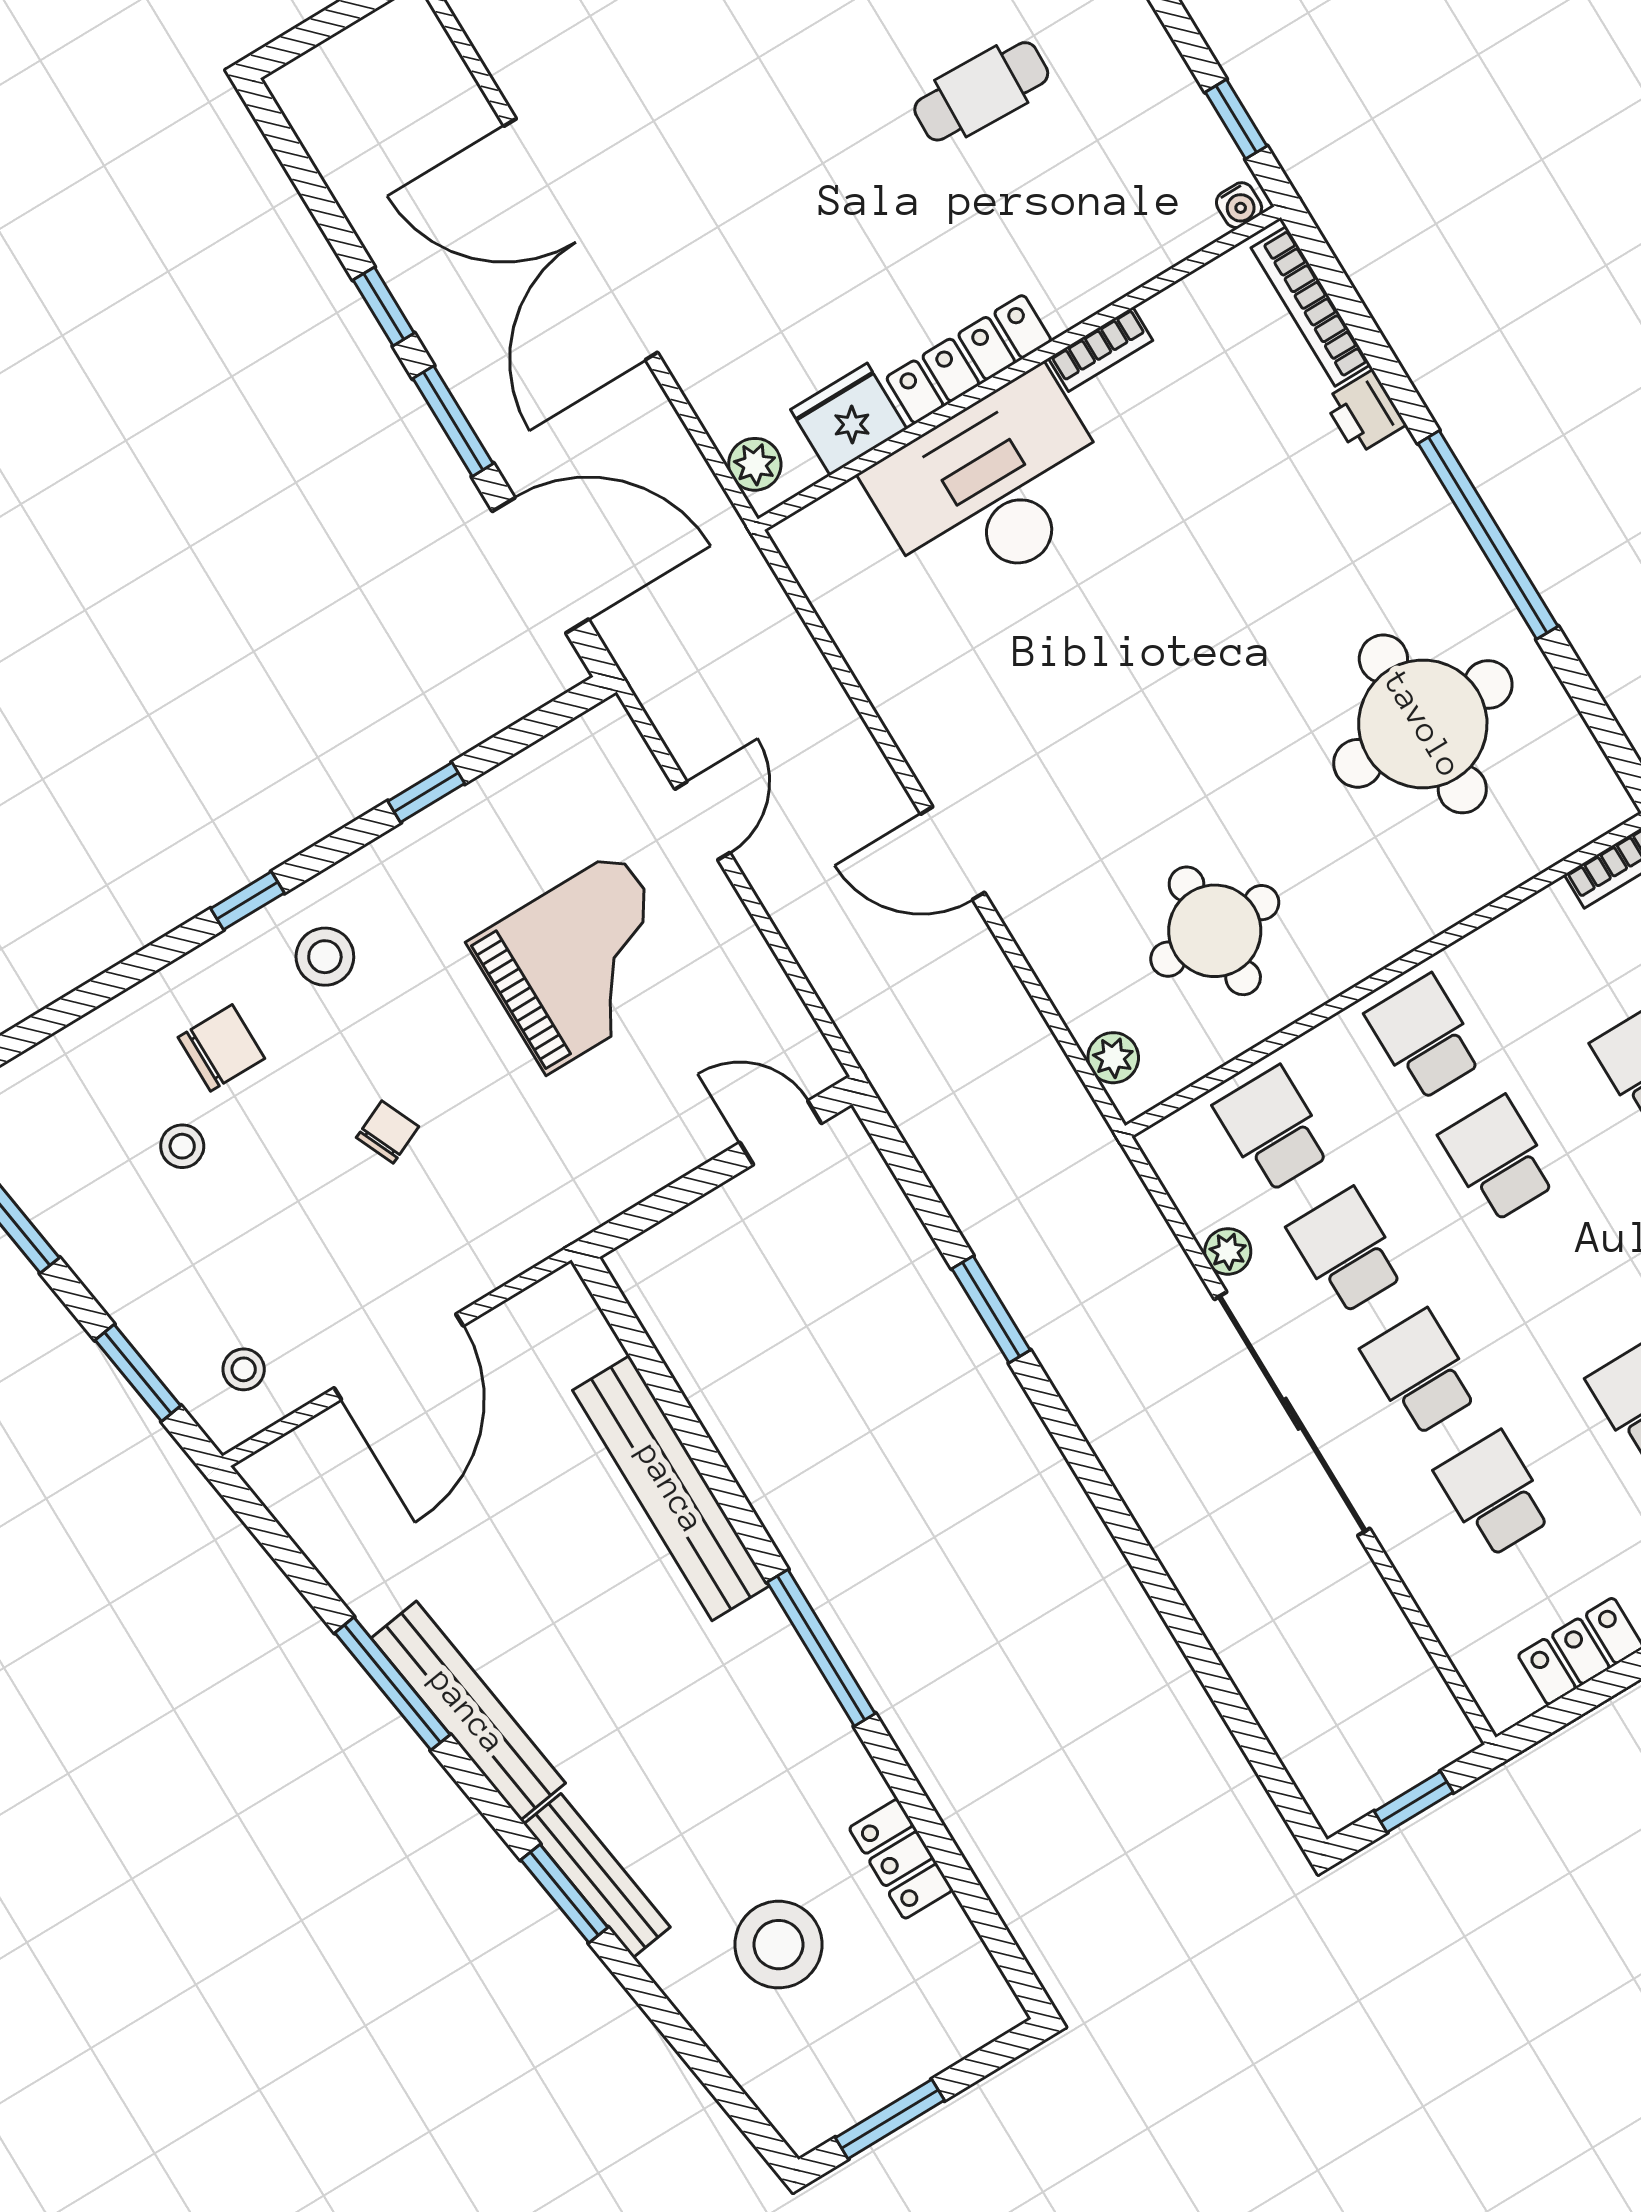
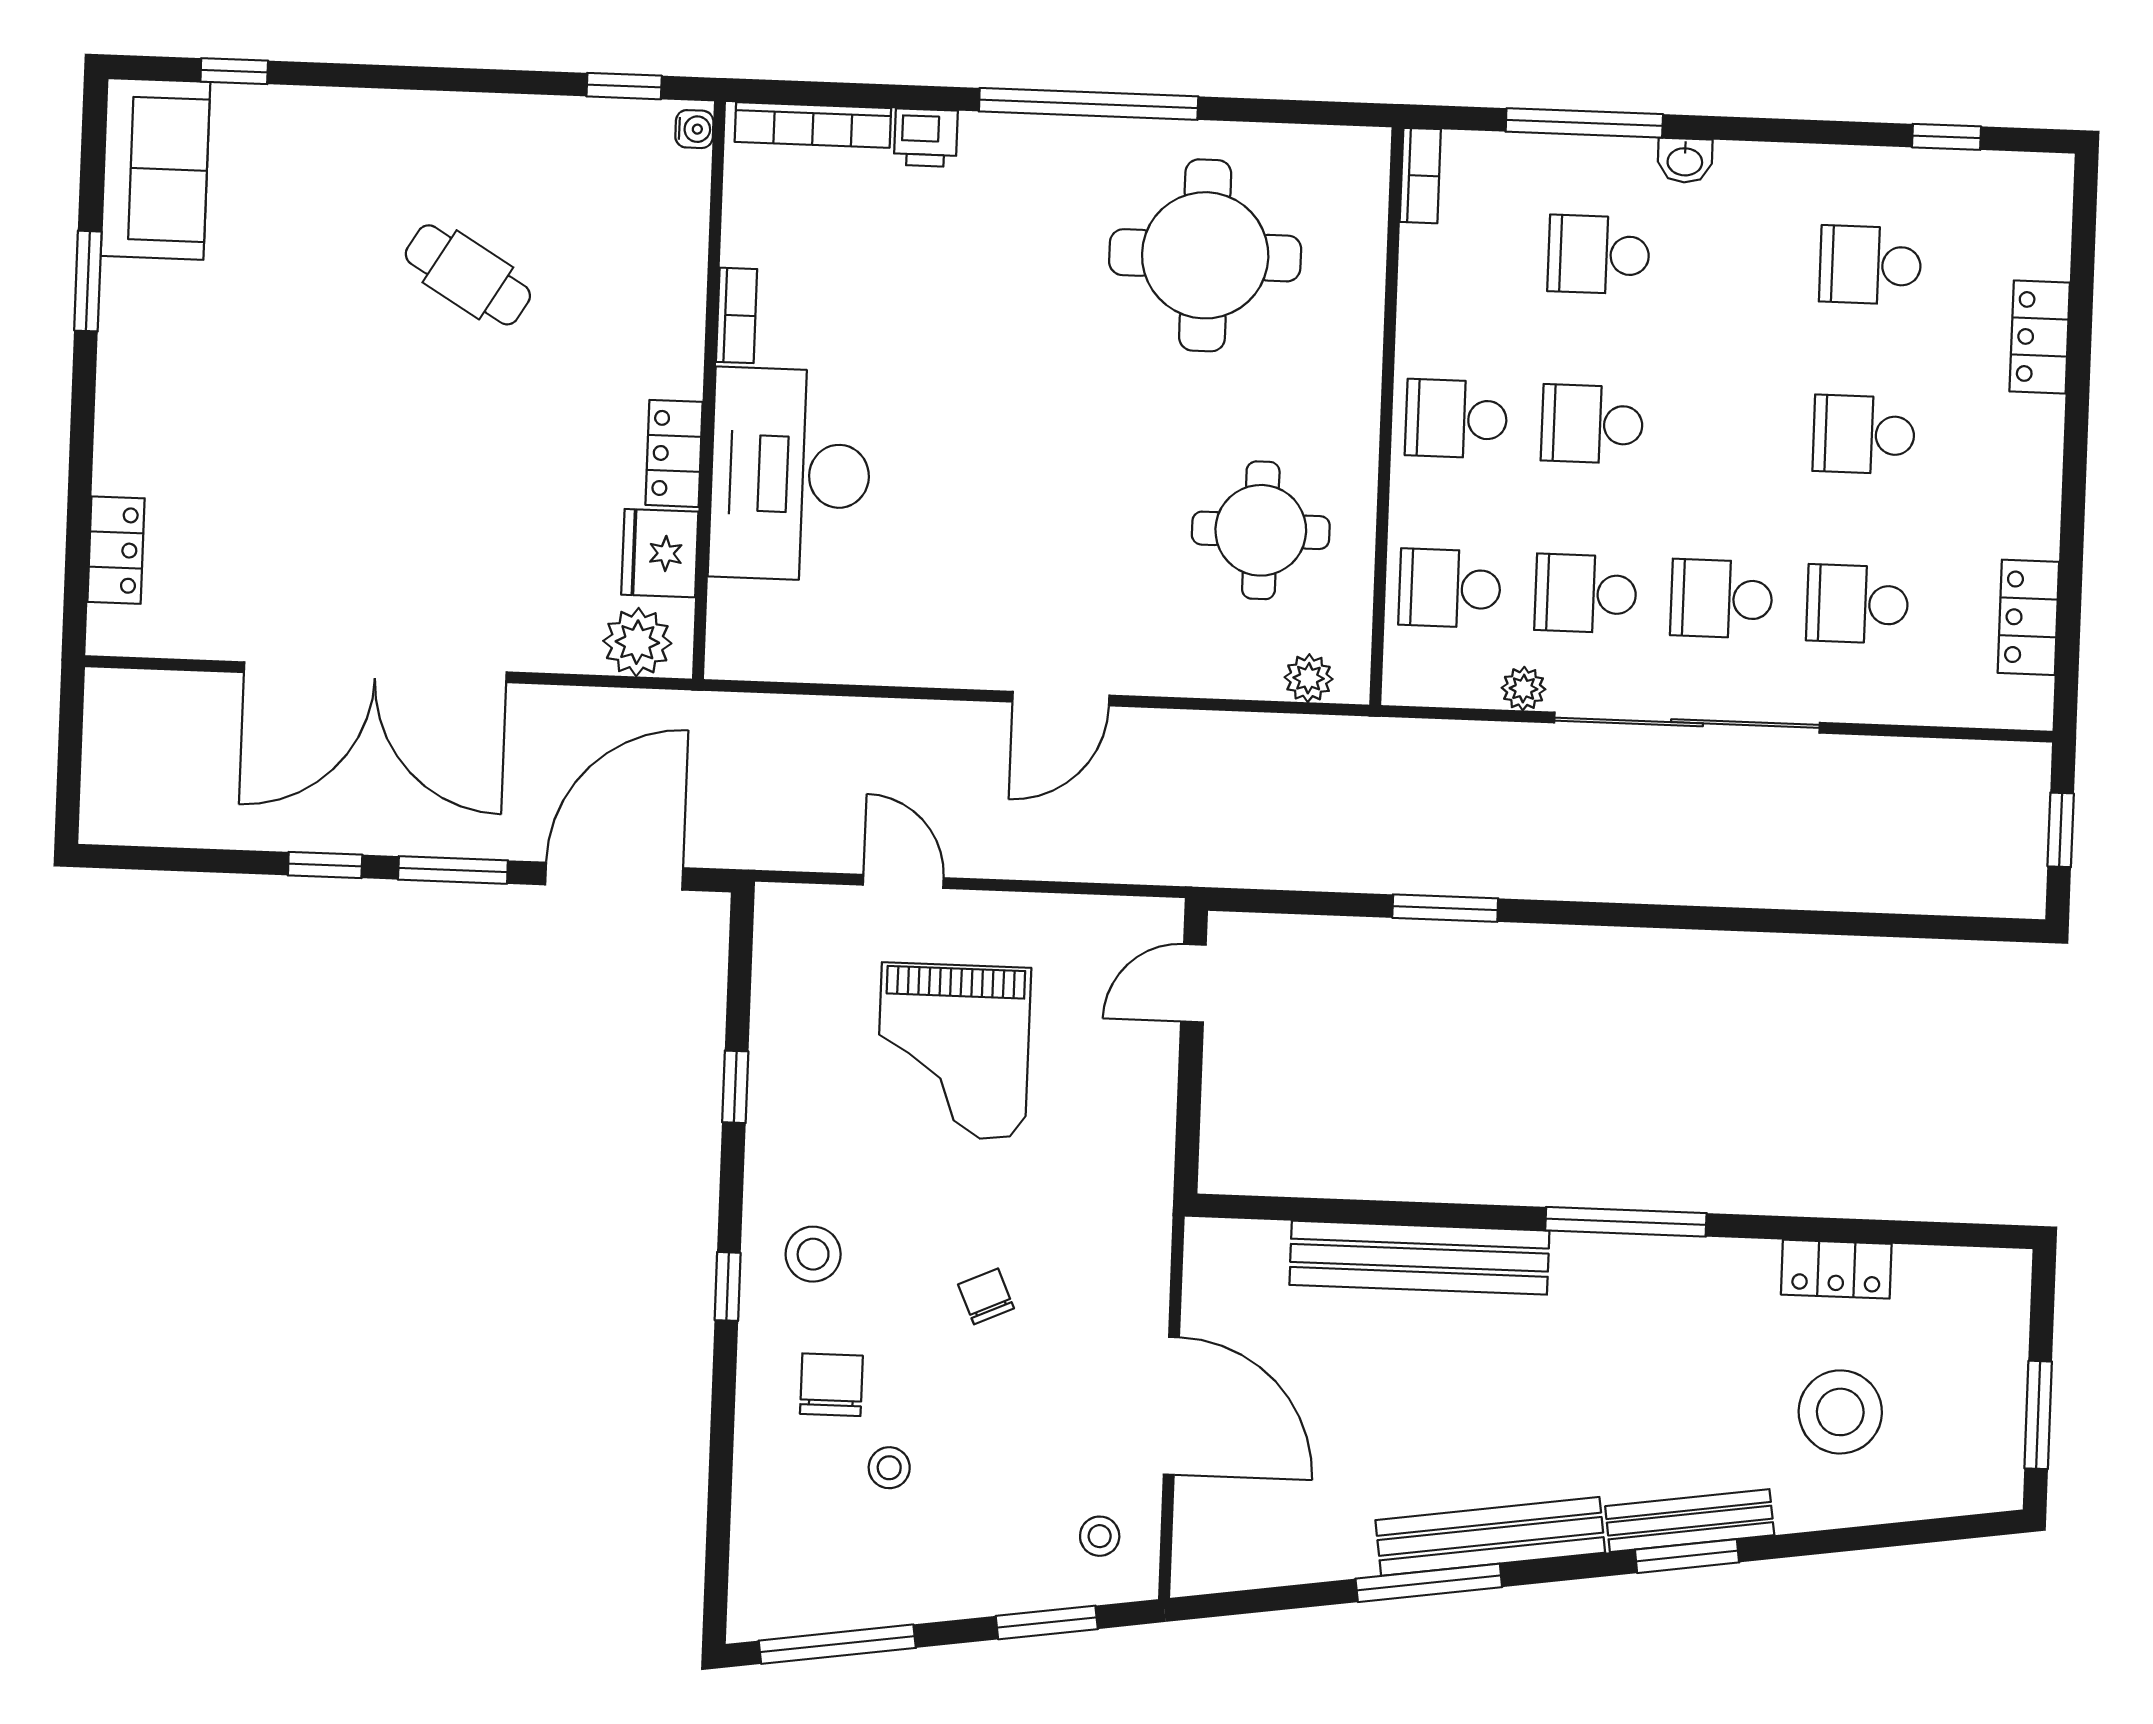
cafe table: (981, 91) -> (468, 275), turned -61
locker: (969, 359) -> (674, 453), width x0.66
plant: (755, 464) -> (637, 642), width x1.38, depth x1.38
grand piano: (583, 962) -> (953, 1051), turned 180

